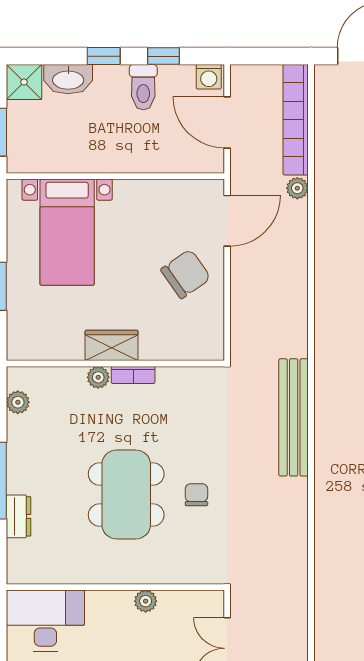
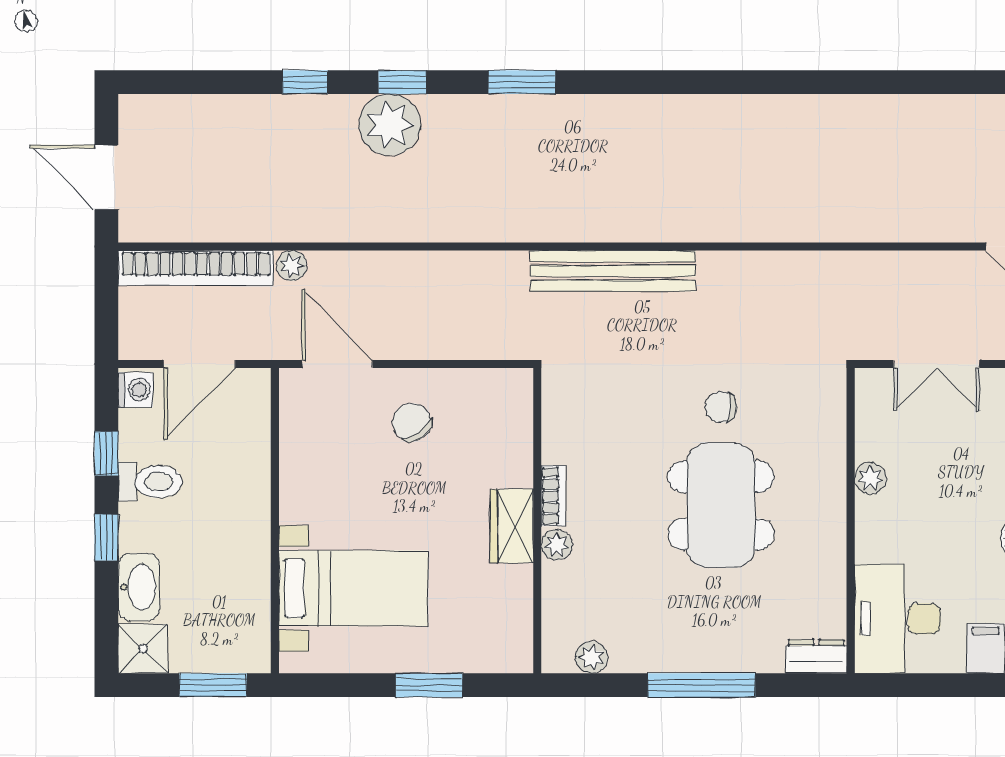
chair: (186, 274) -> (412, 422), width x0.73, depth x0.73
dining table: (126, 494) -> (721, 506), turned 90
dresser: (19, 516) -> (816, 656), moved

